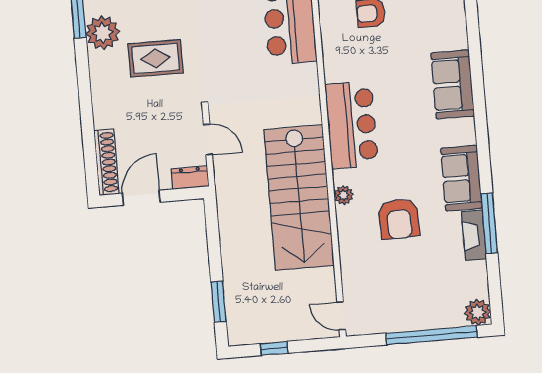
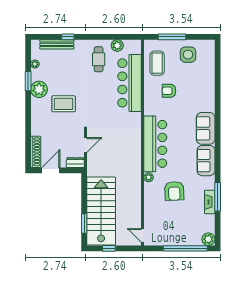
bar counter: (352, 125) -> (155, 144), width x1.36
door: (208, 140) -> (85, 145), hinge flipped
sofa: (461, 178) -> (206, 161), moved
stairs: (299, 198) -> (101, 211), moved, turned 180

